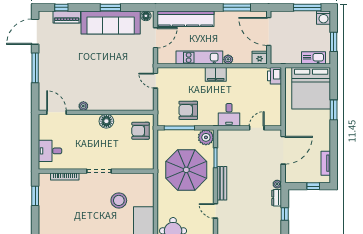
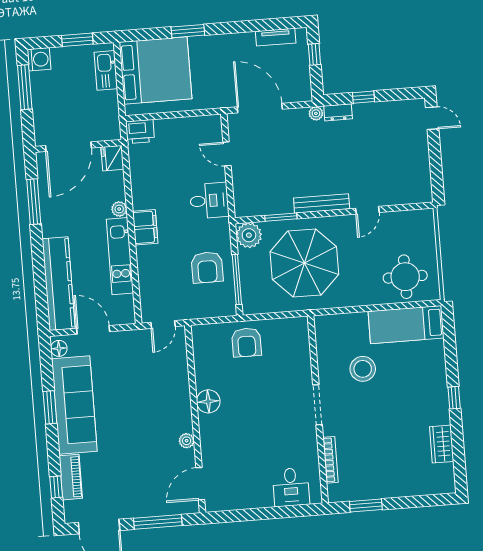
plant: (83, 106) -> (187, 441), moved
door: (56, 112) -> (200, 484), moved
wall: (96, 112) -> (195, 419), moved
floor lamp: (106, 121) -> (208, 401), moved

